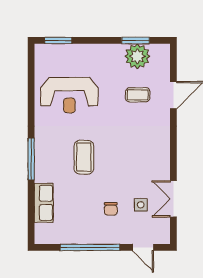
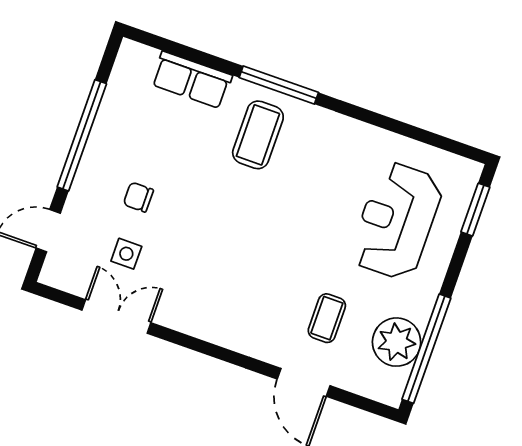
window: (135, 40) -> (426, 349), width x2.11
reception desk: (69, 95) -> (397, 221), moved
coffee table: (84, 157) -> (258, 135), moved, turned 90

